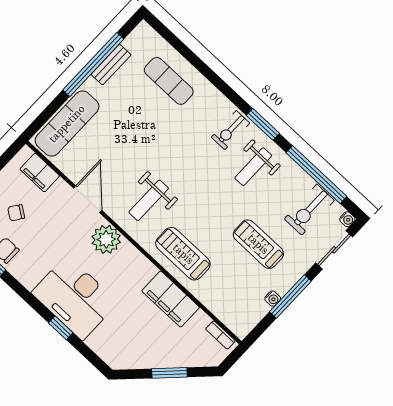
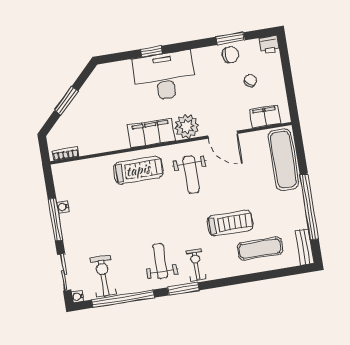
bench: (111, 65) -> (305, 247), moved
weight bench: (149, 200) -> (191, 175), turned 180
treadmill: (258, 244) -> (230, 223), moved
filing cabinet: (171, 299) -> (151, 133), moved

